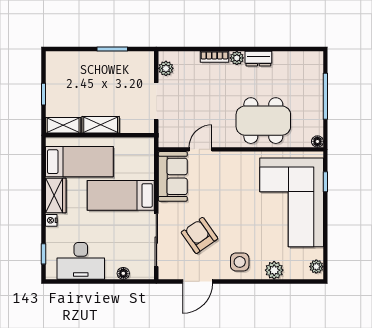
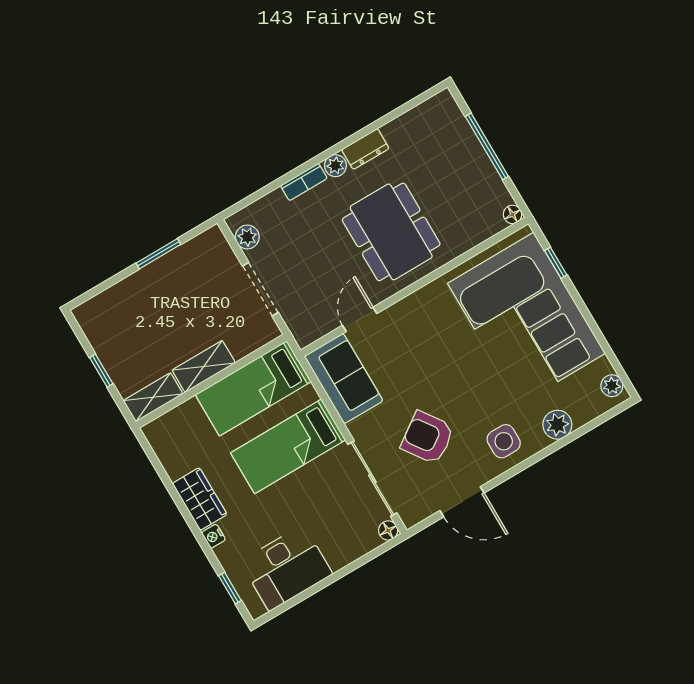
dining table: (263, 121) -> (391, 232), moved, turned 90
bed: (79, 162) -> (253, 388), moved, turned 180
floor lamp: (123, 273) -> (388, 530), moved
door: (198, 281) -> (462, 502), hinge flipped

